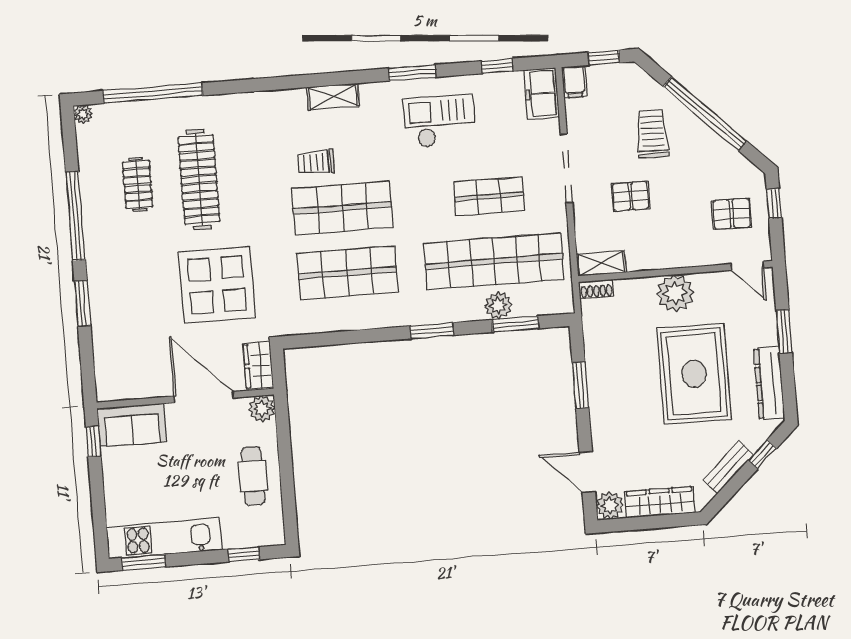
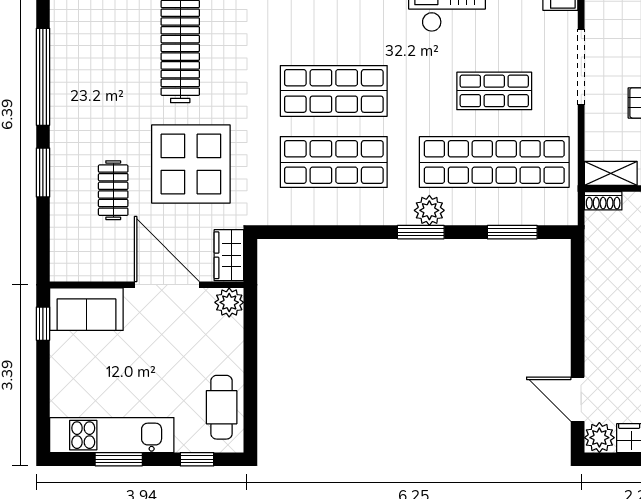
trolley: (316, 162) -> (309, 39), removed
clothes rail: (138, 184) -> (113, 190), moved
plant: (498, 305) -> (429, 210), moved
window: (580, 385) -> (578, 304), removed
cafe table: (253, 476) -> (222, 407), moved
window: (144, 562) -> (119, 459), moved

